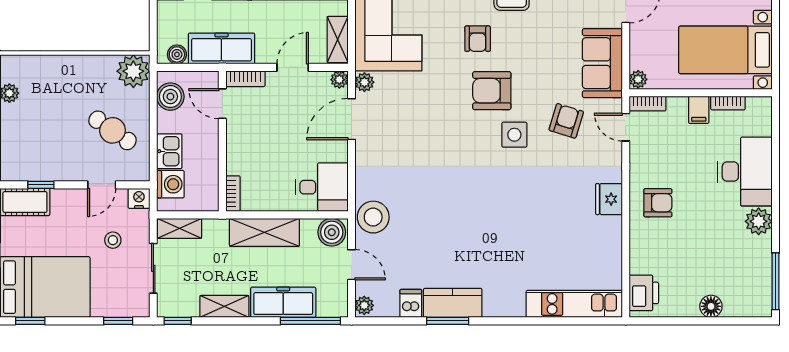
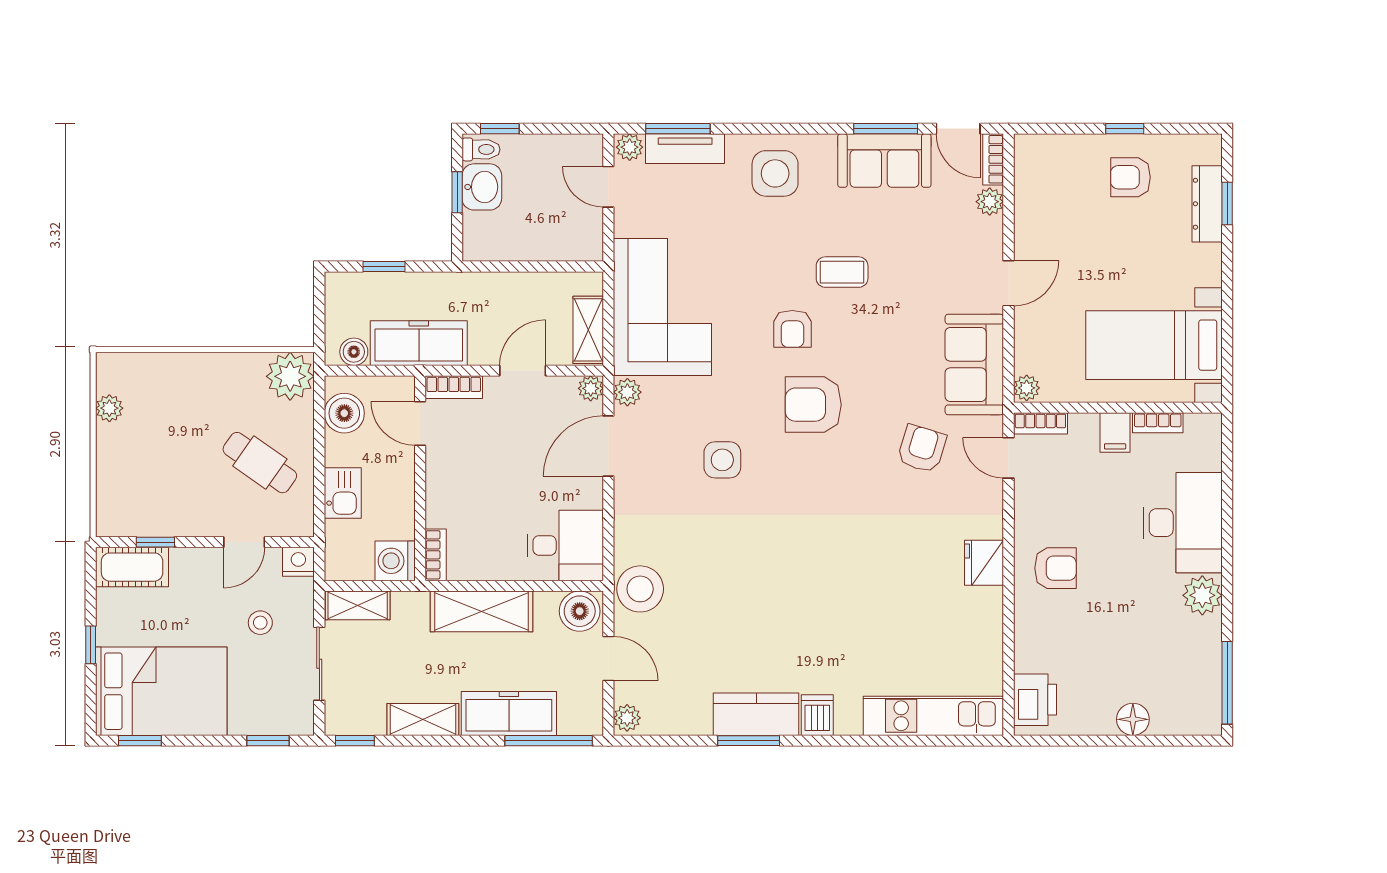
side table: (514, 135) -> (722, 460), moved
washing machine: (170, 184) -> (395, 561), moved, turned 180
dishwasher: (411, 303) -> (817, 715), moved

